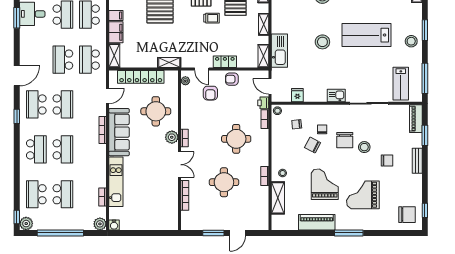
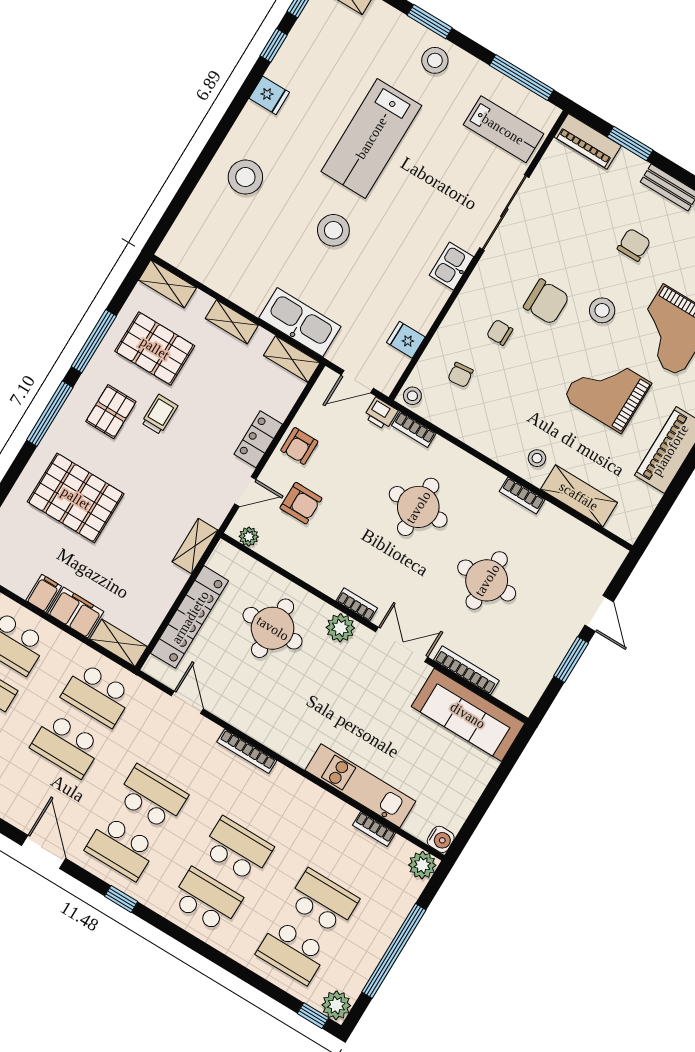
sofa: (119, 132) -> (468, 715), moved, turned 180
chair: (313, 145) -> (518, 369), removed
stool: (364, 147) -> (602, 310), moved

